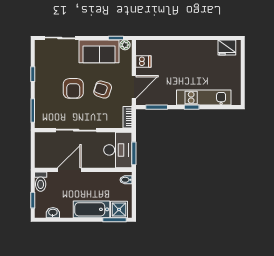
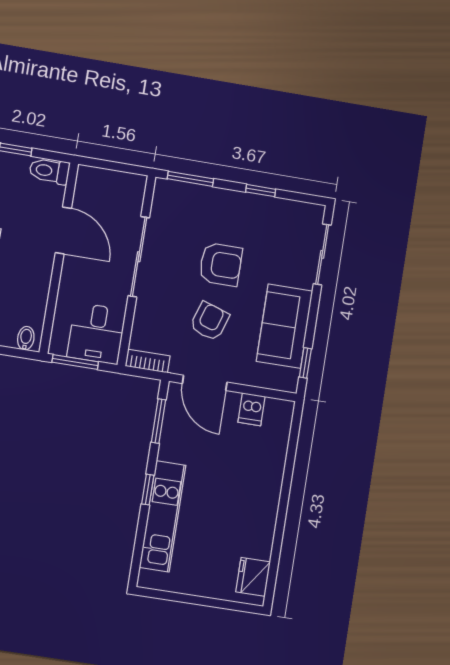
plant: (125, 45) -> (289, 379), removed
armchair: (73, 88) -> (221, 264), turned 180
desk: (118, 150) -> (96, 333), width x0.73

